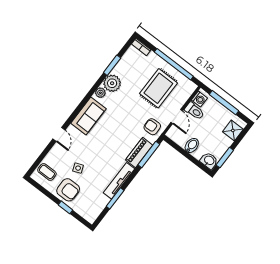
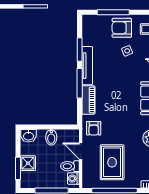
armchair: (152, 127) -> (94, 128), turned 92
shower: (233, 130) -> (28, 163), moved
window: (149, 155) -> (80, 83), moved
window: (225, 158) -> (18, 168), moved
window: (65, 207) -> (113, 12), width x2.17

